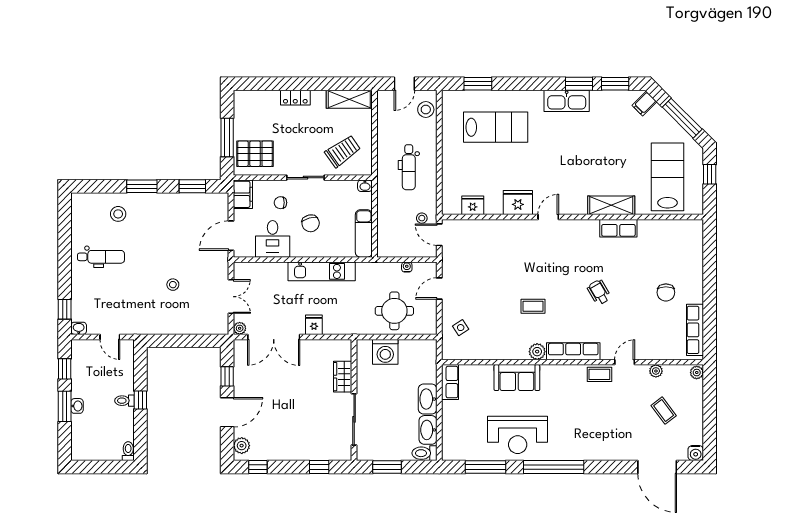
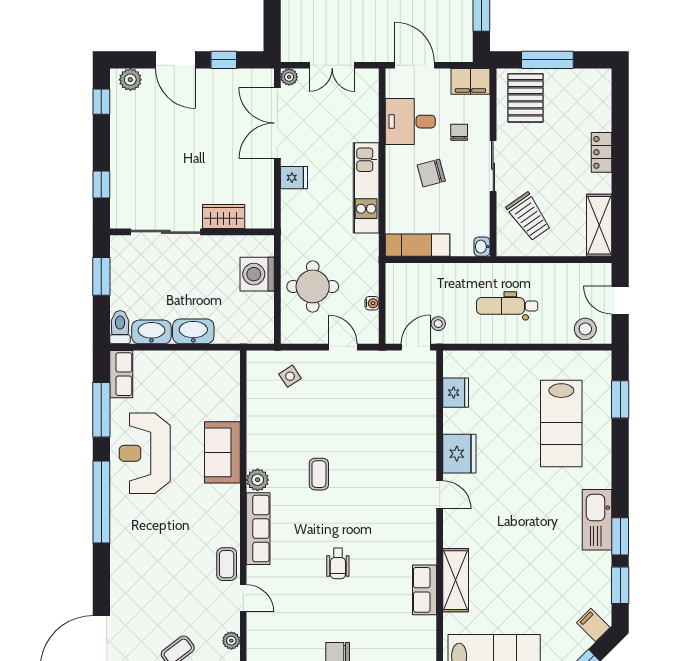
wheelchair: (599, 292) -> (338, 564), turned 120
row of seats: (450, 382) -> (121, 374), moved, turned -90

